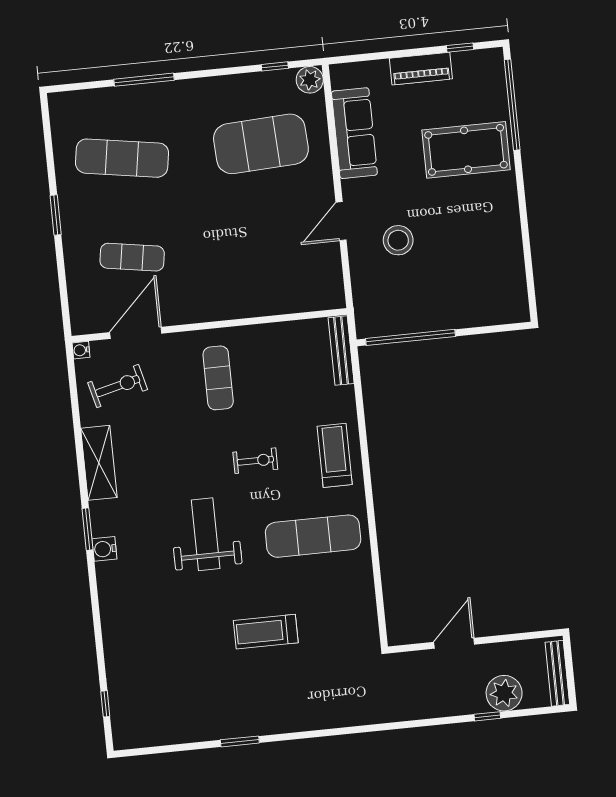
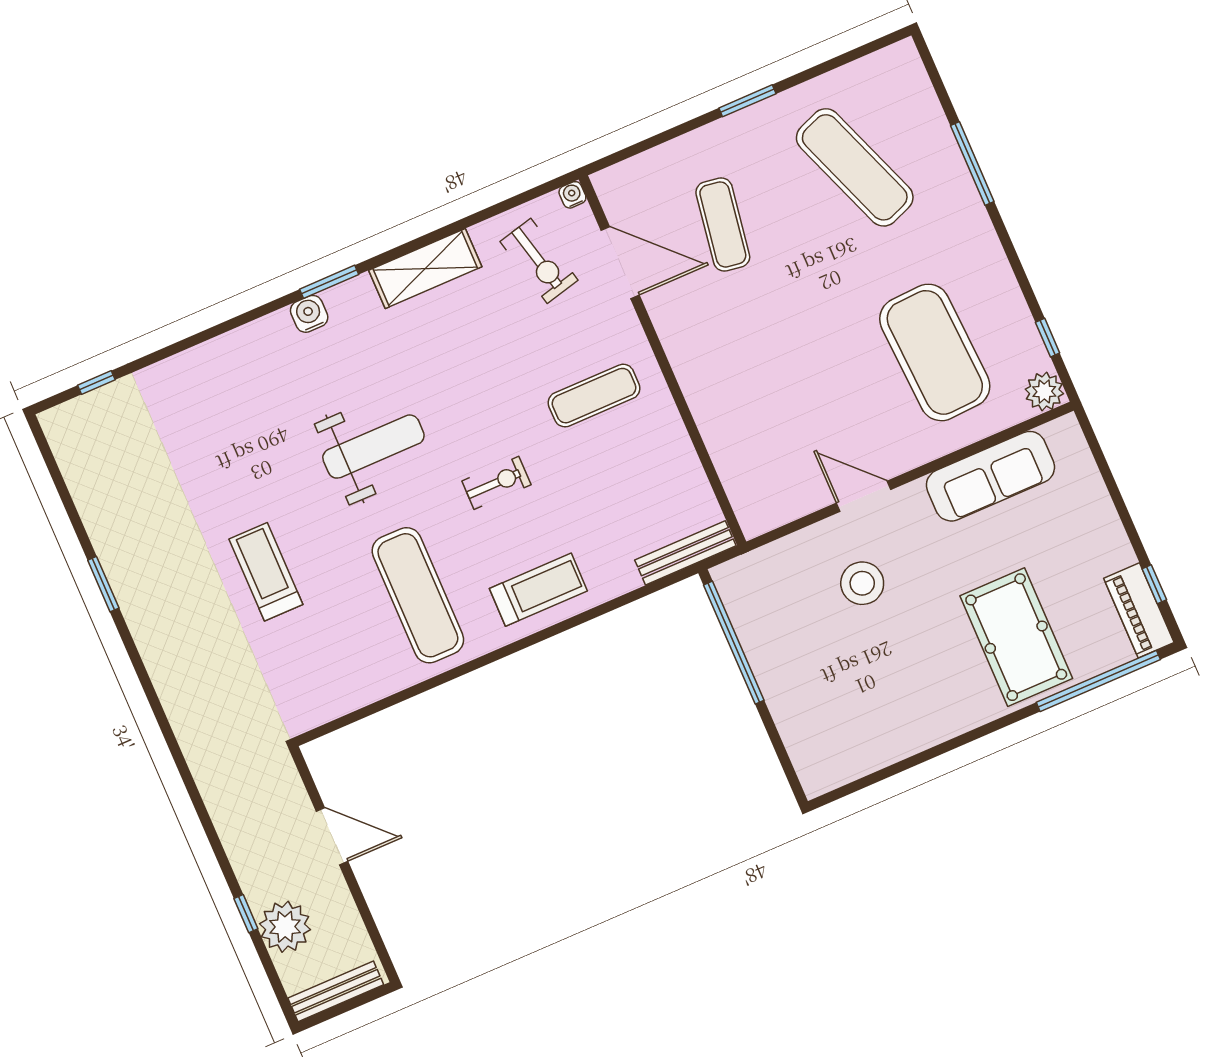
piano: (421, 69) -> (1139, 610), moved
exercise mat: (122, 158) -> (855, 167), turned -30
exercise bike: (255, 461) -> (496, 483), turned -90

